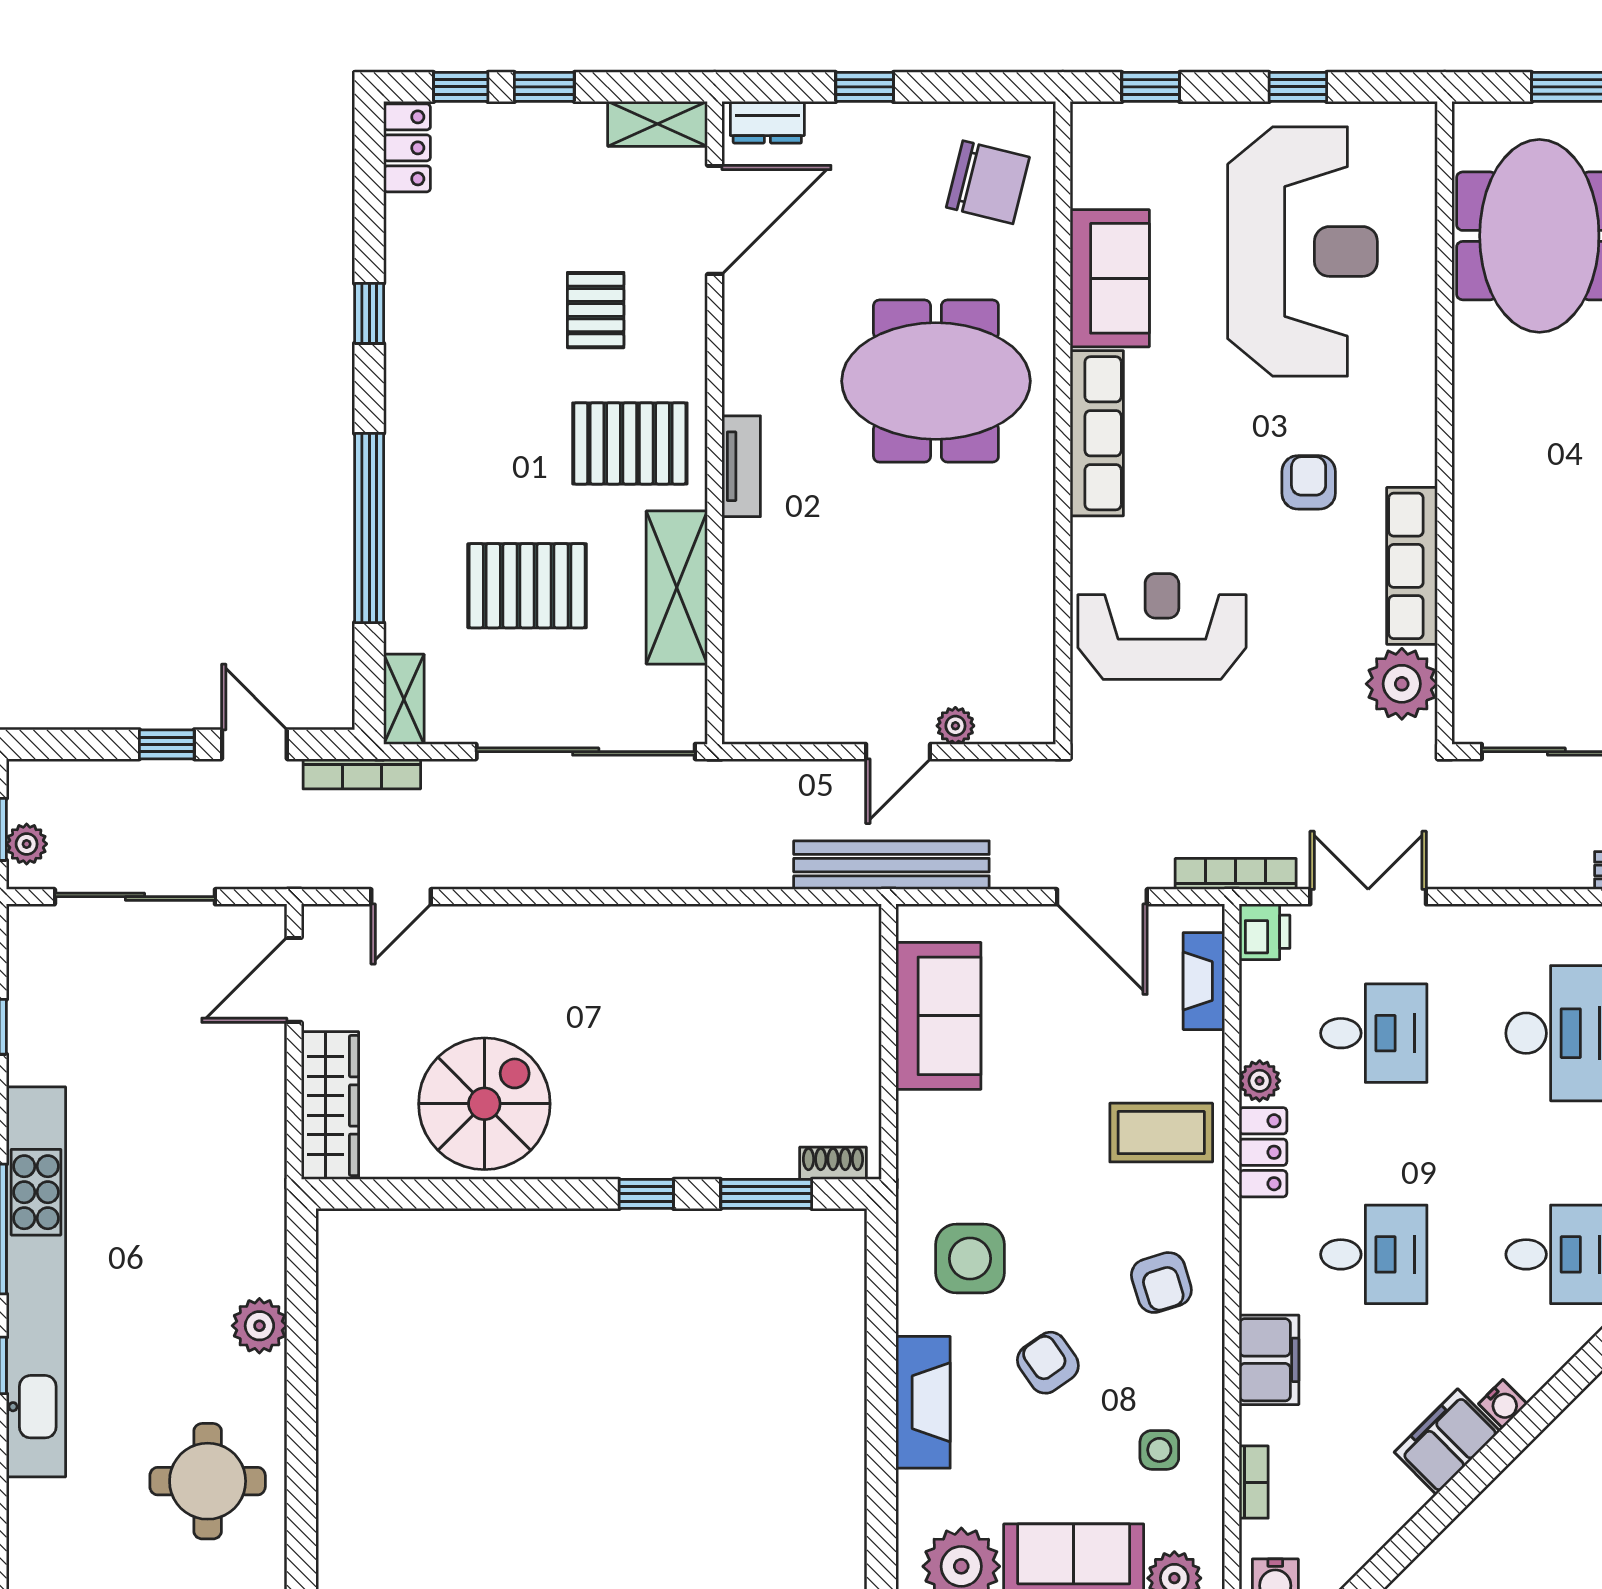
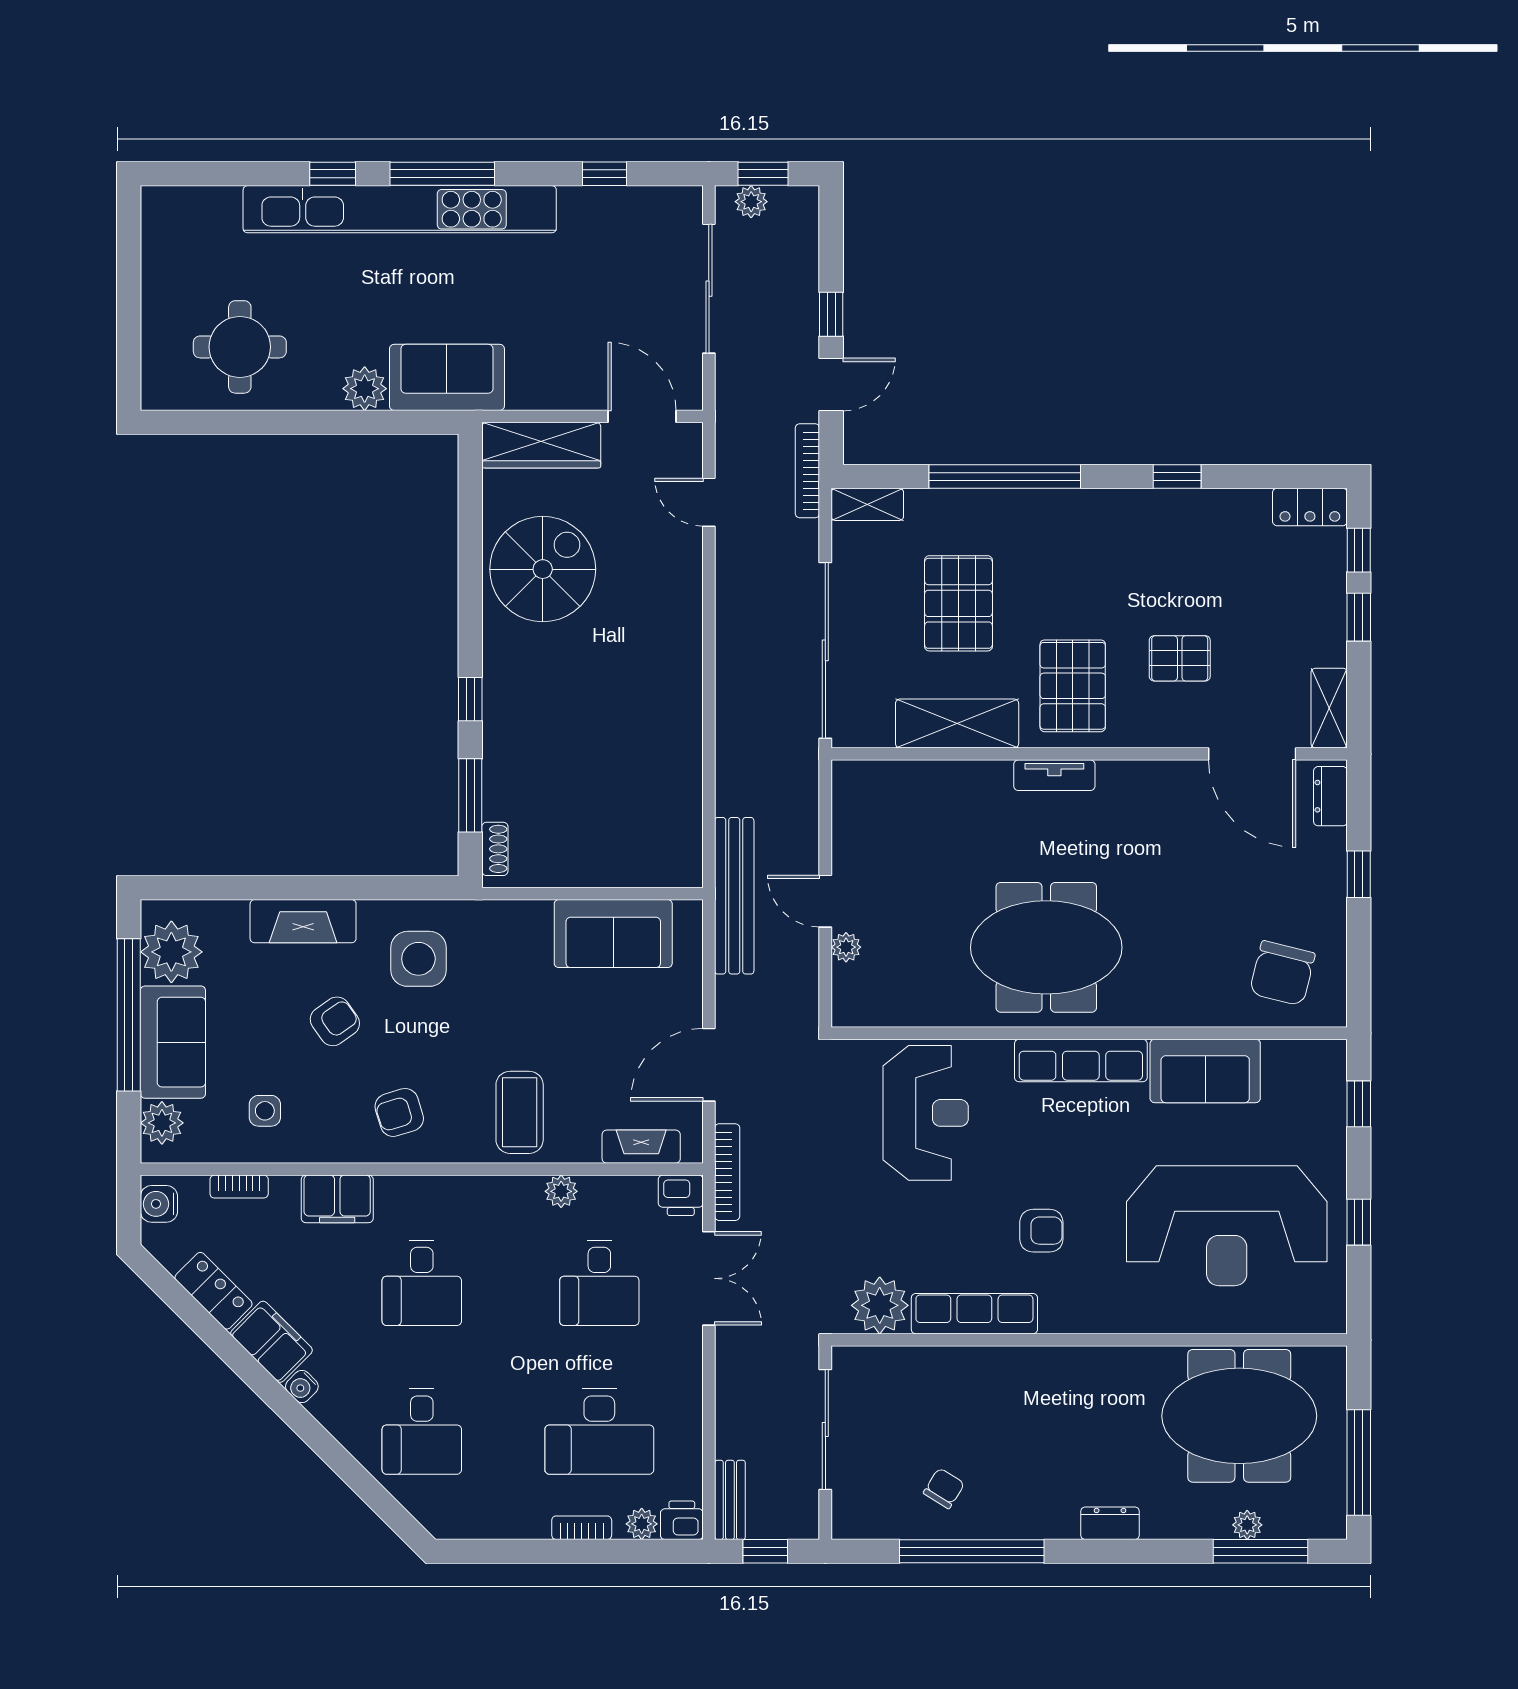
meeting table: (936, 381) -> (1046, 947), moved, turned 90
spiral stairs: (484, 1104) -> (543, 569), turned -90
locker: (1263, 1152) -> (214, 1291), moved, turned -135
sofa: (246, 1223) -> (447, 377), added

